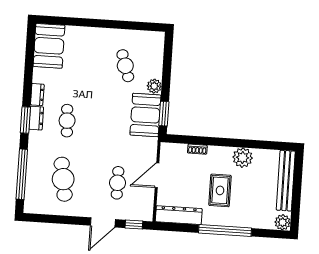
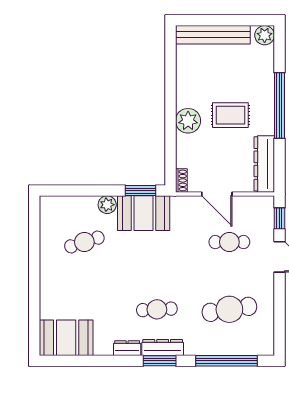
dresser: (36, 118) -> (163, 348), width x1.44
shoe rack: (197, 149) -> (181, 180), moved
plant: (243, 158) -> (188, 121), moved

